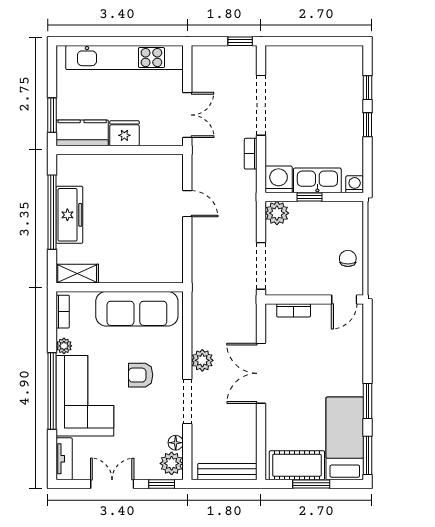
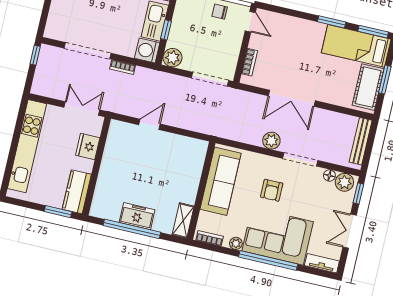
fridge: (124, 133) -> (88, 146), moved
freezer: (69, 215) -> (137, 216), width x0.71

